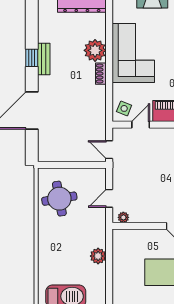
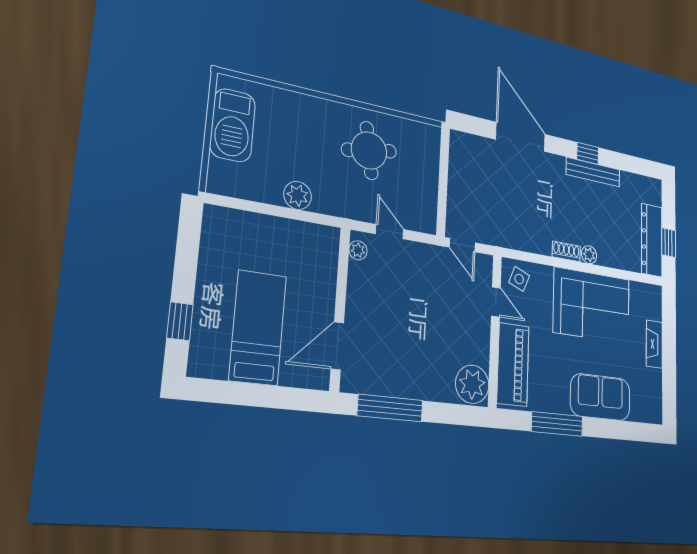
plant: (95, 50) -> (589, 255), width x0.53, depth x0.53
bench: (44, 59) -> (593, 172), width x1.36
door: (109, 150) -> (462, 245), swing flipped
round table: (59, 199) -> (369, 151), moved

